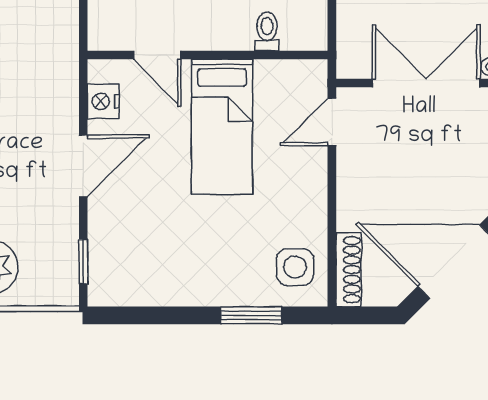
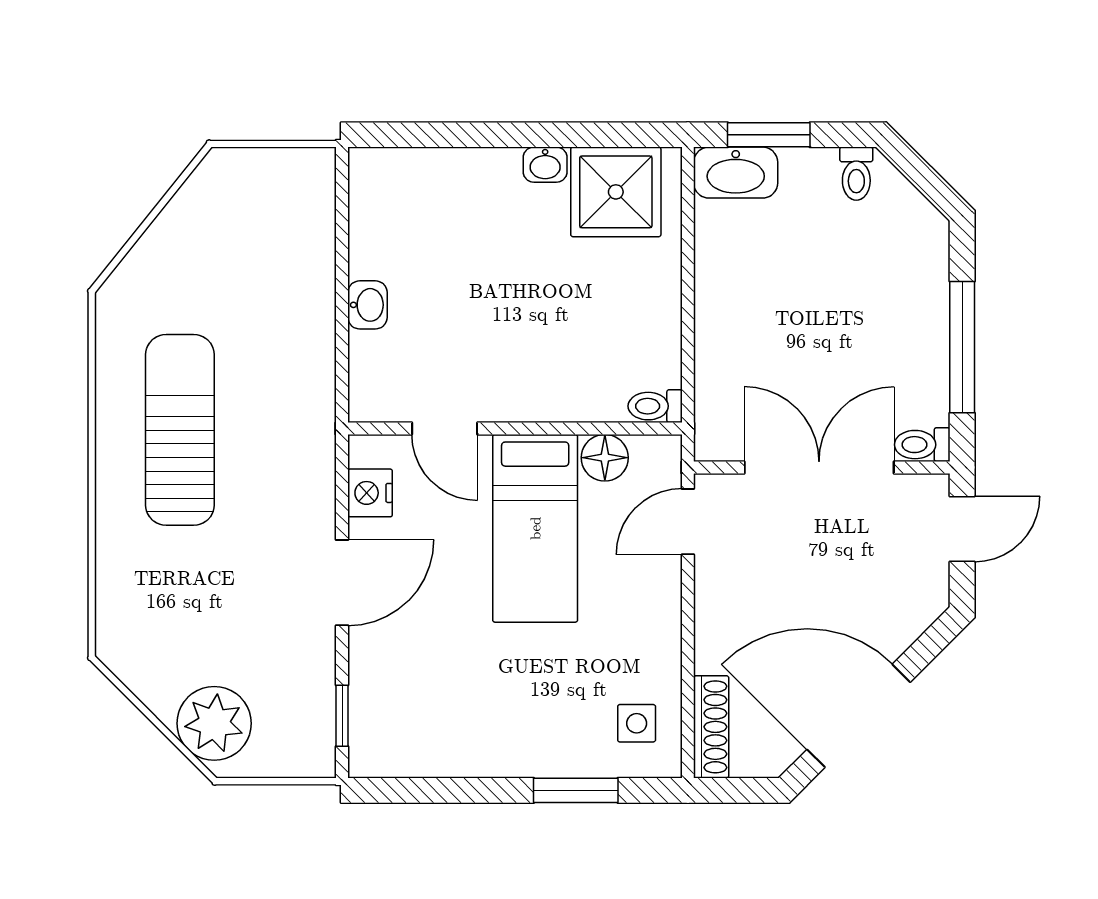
toilet: (267, 31) -> (655, 406), moved, turned -90
floor lamp: (272, 76) -> (605, 458), added
side table: (295, 267) -> (637, 723), width x0.73, depth x0.73

